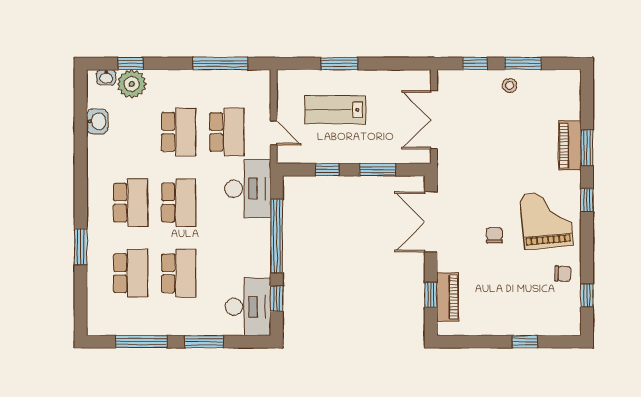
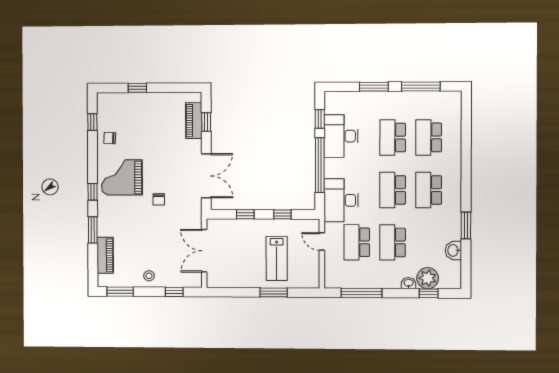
window: (523, 64) -> (120, 292), moved
washbasin: (106, 77) -> (409, 283), moved
lab bench: (335, 110) -> (277, 258), turned 90
double door: (434, 120) -> (204, 251), swing flipped
piano: (570, 145) -> (105, 255), moved
window: (378, 170) -> (245, 214), width x0.67
grand piano: (546, 220) -> (122, 177), turned 95
chair: (494, 235) -> (159, 199), moved
window: (81, 247) -> (466, 225), moved
desk: (248, 307) -> (341, 136), moved

